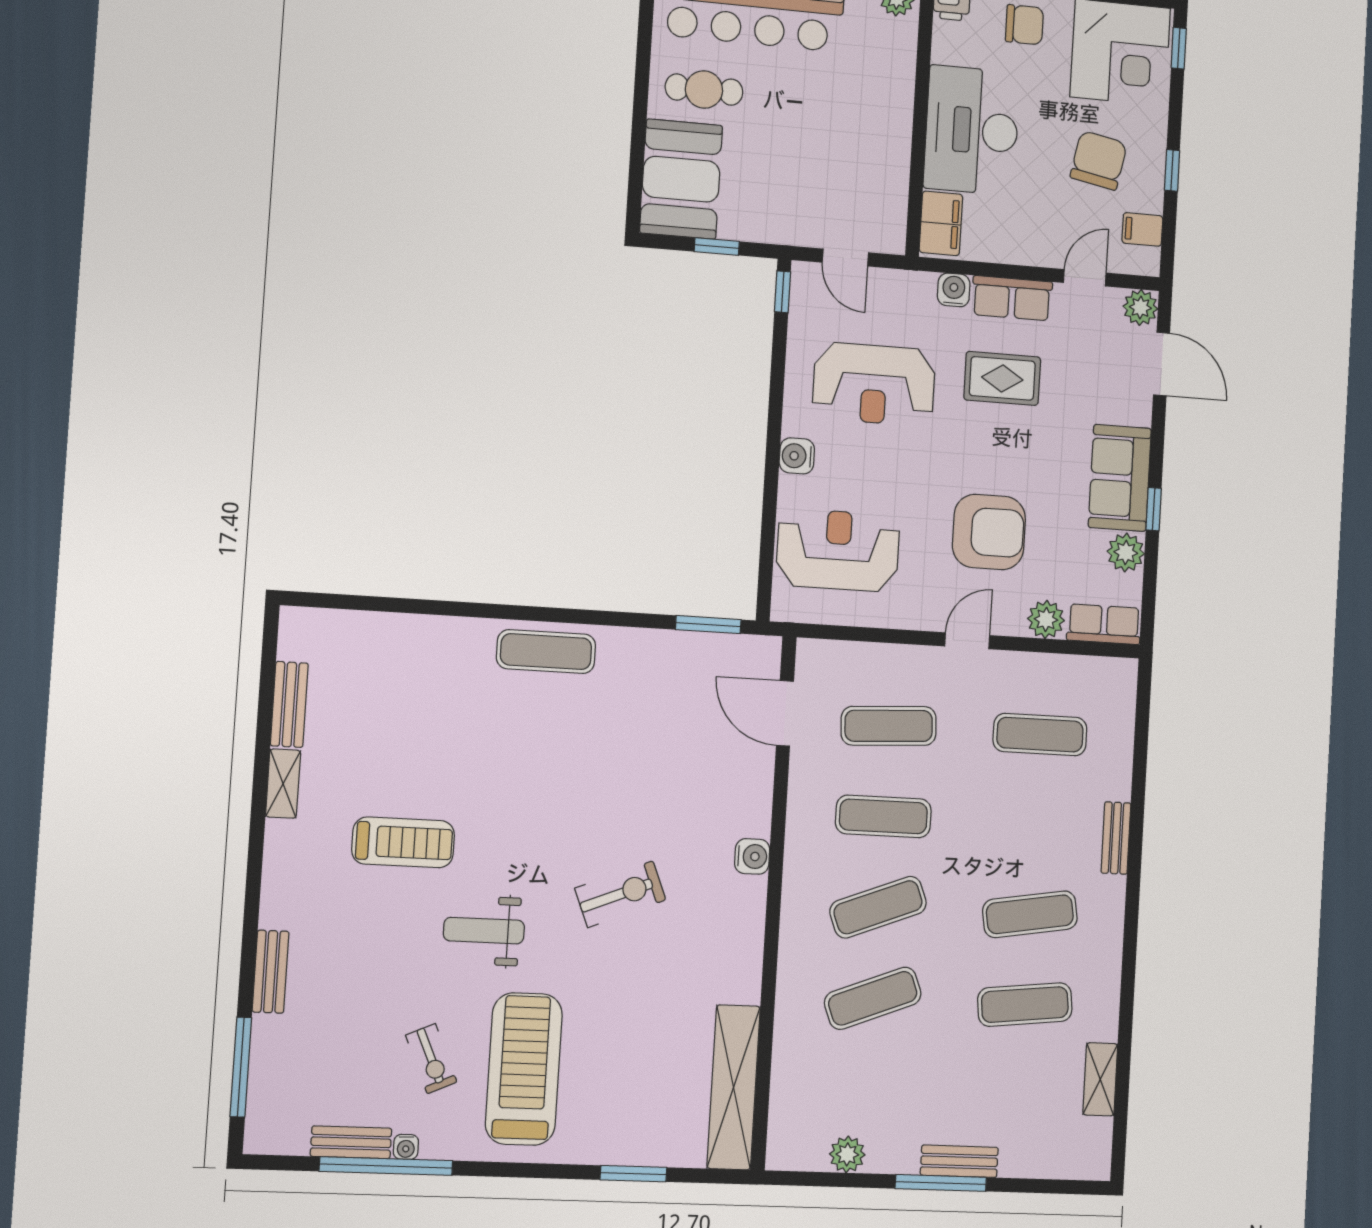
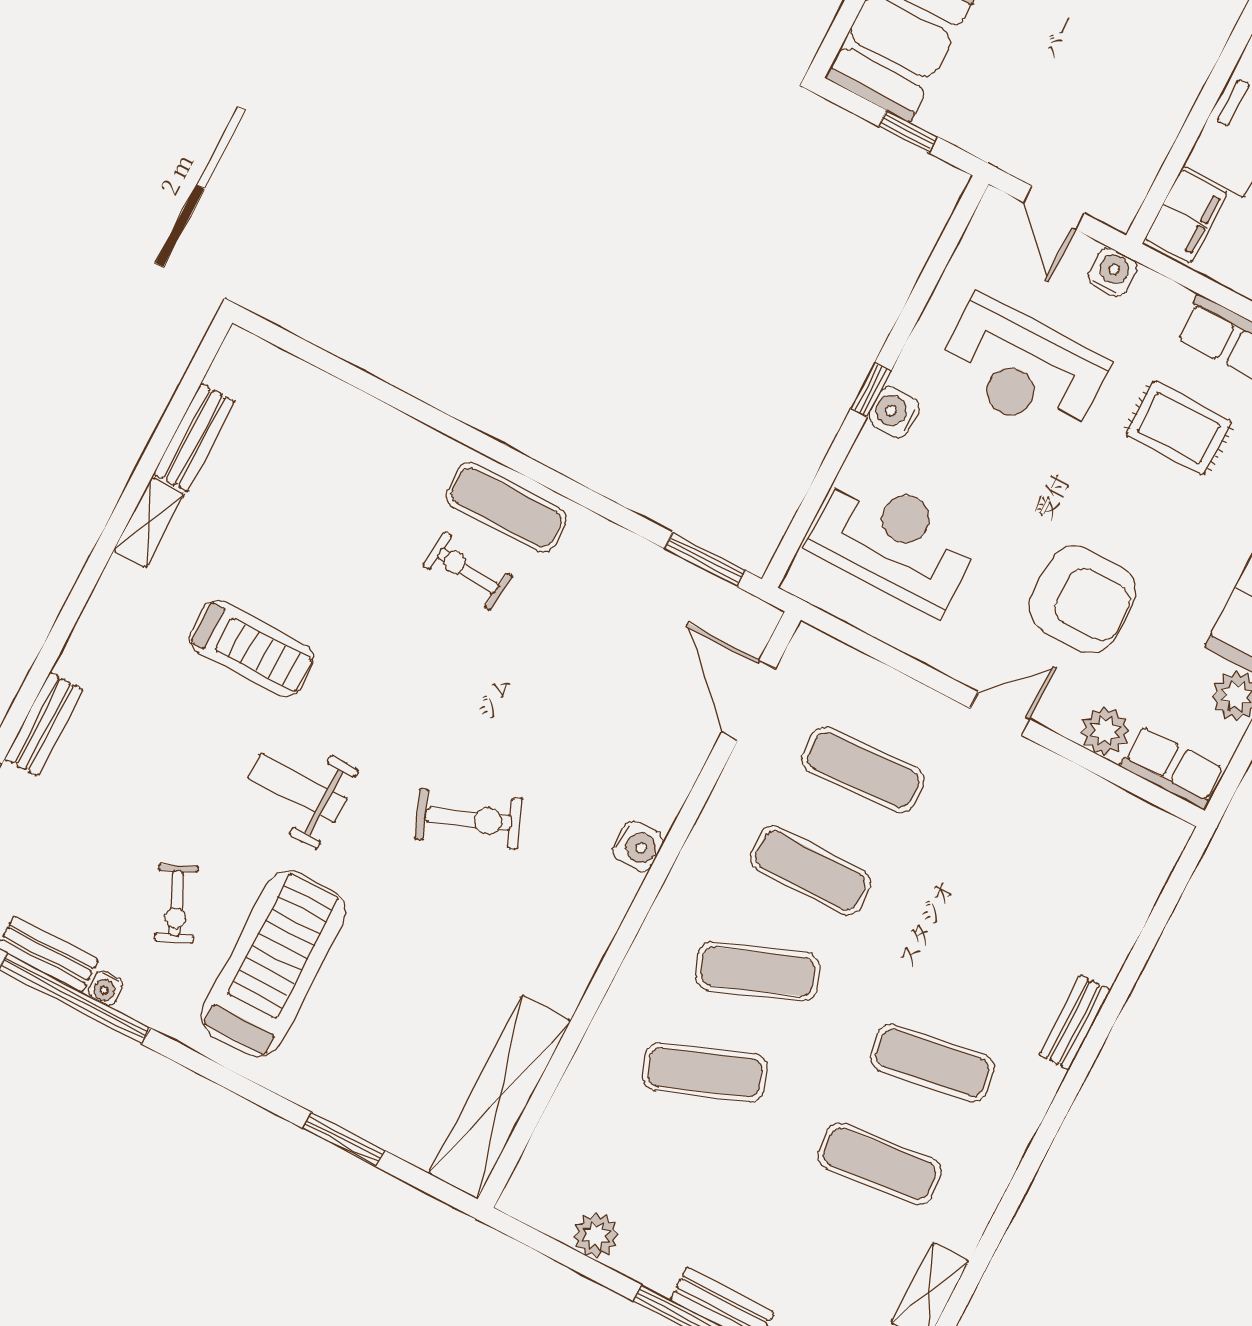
water cooler: (954, 290) -> (1113, 272), moved
window: (783, 292) -> (871, 390), moved
exercise bike: (539, 711) -> (468, 571), added
exercise mat: (1040, 735) -> (1038, 861), removed

